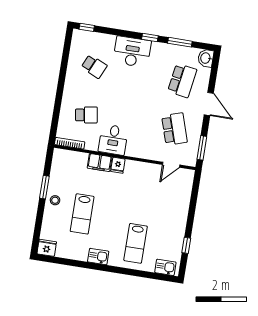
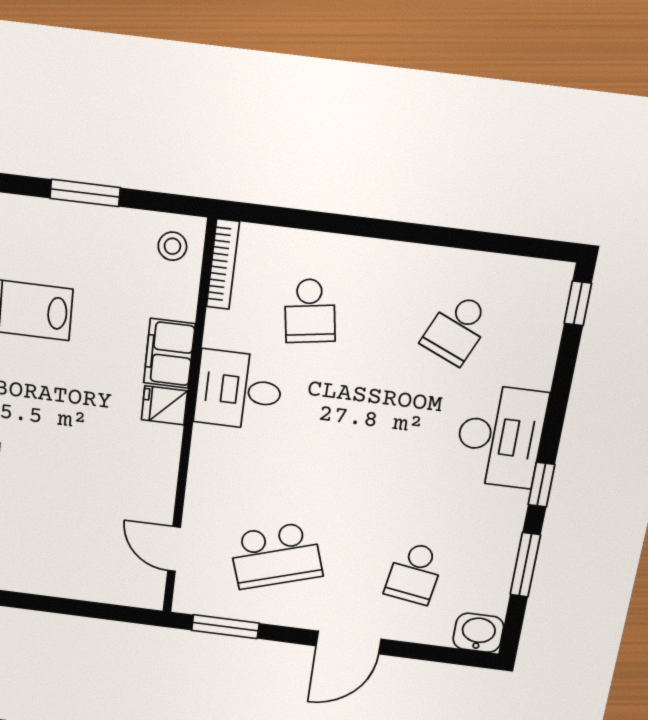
school desk: (182, 81) -> (415, 573), width x0.54
stool: (55, 200) -> (172, 246), moved

